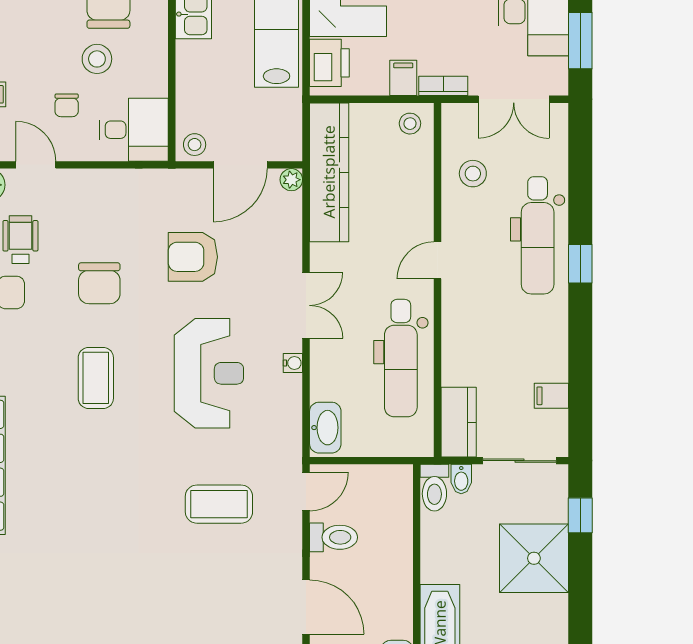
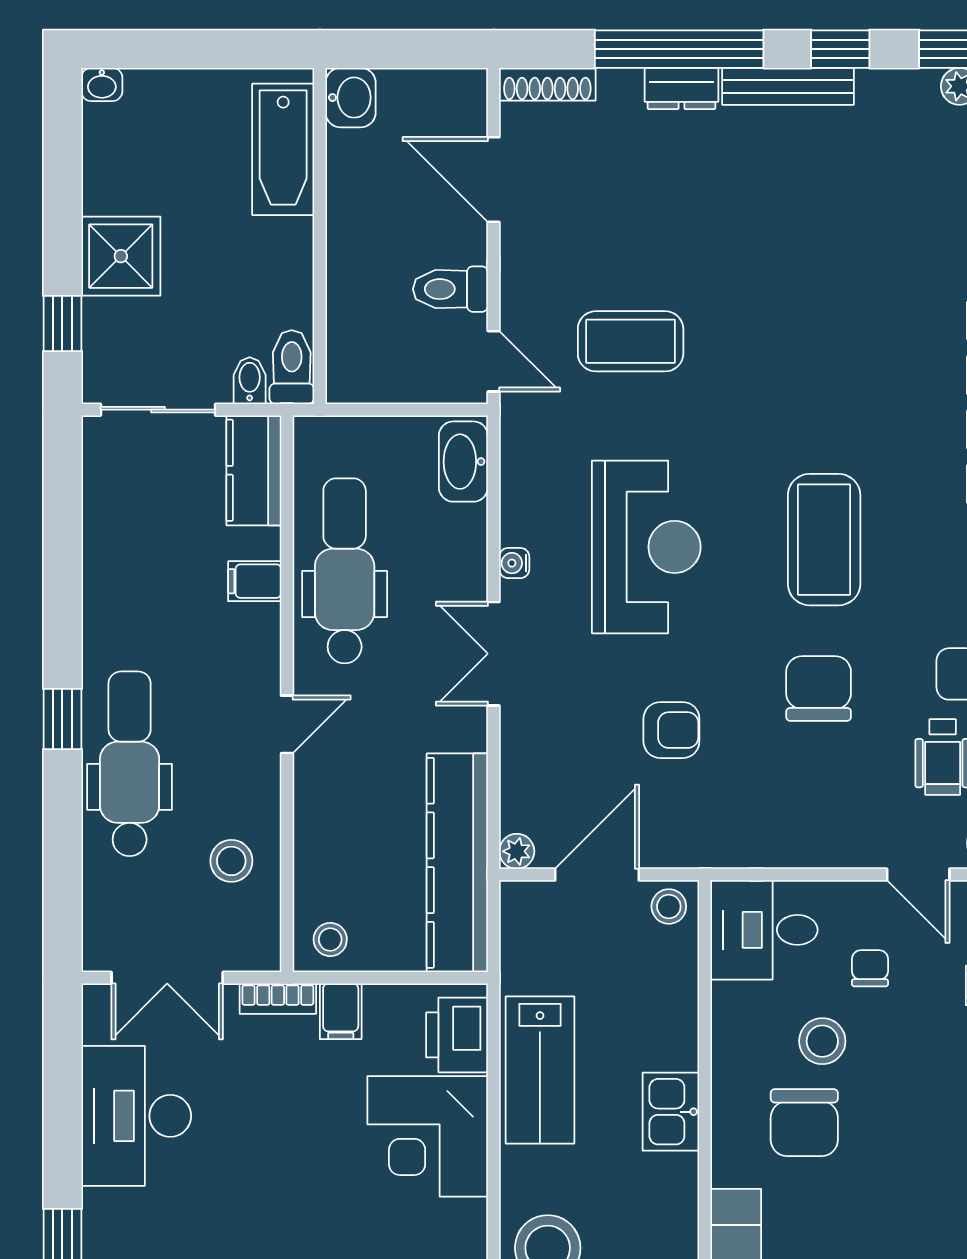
window: (580, 41) -> (62, 1070), removed
double door: (514, 99) -> (167, 978), swing flipped
armchair: (193, 257) -> (671, 730), width x0.72, depth x0.72
reception desk: (209, 373) -> (646, 547), turned 180
coffee table: (96, 378) -> (824, 540), width x1.36, depth x1.32
filing cabinet: (551, 396) -> (255, 581), moved, turned 180
door: (306, 491) -> (494, 361), swing flipped
shower: (534, 558) -> (121, 256), width x0.73, depth x0.73

